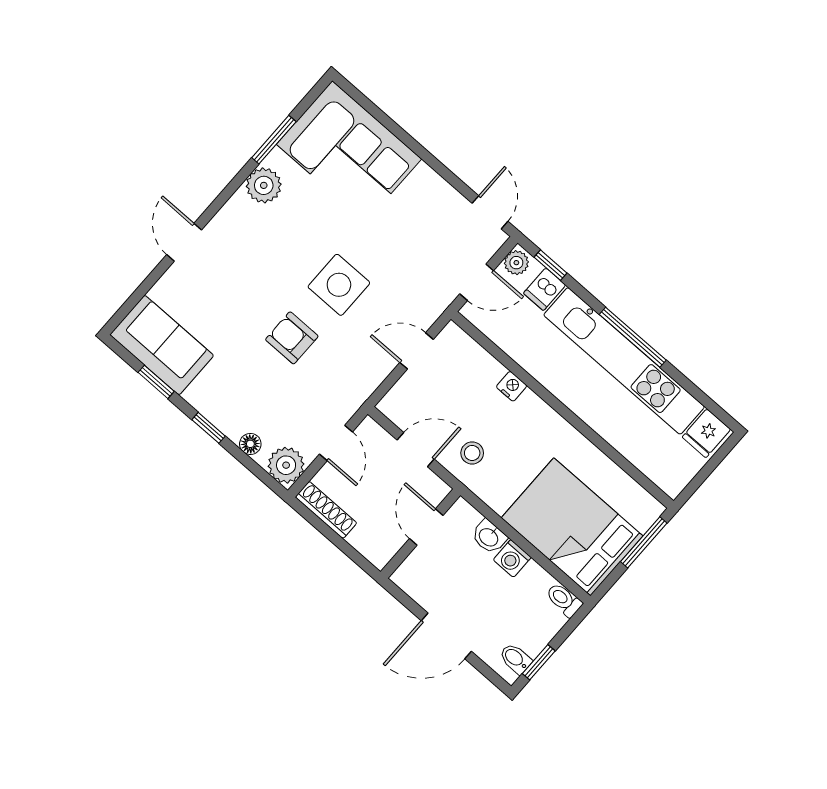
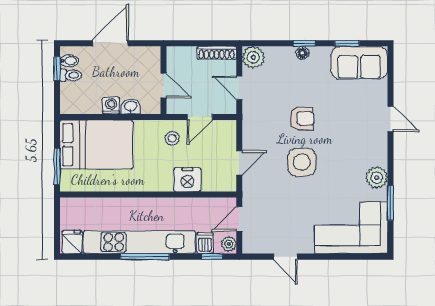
door: (490, 212) -> (285, 257), moved
nightstand: (512, 386) -> (187, 180), width x1.89, depth x1.79
floor lamp: (250, 444) -> (302, 53), moved
toilet: (564, 600) -> (71, 75), moved

